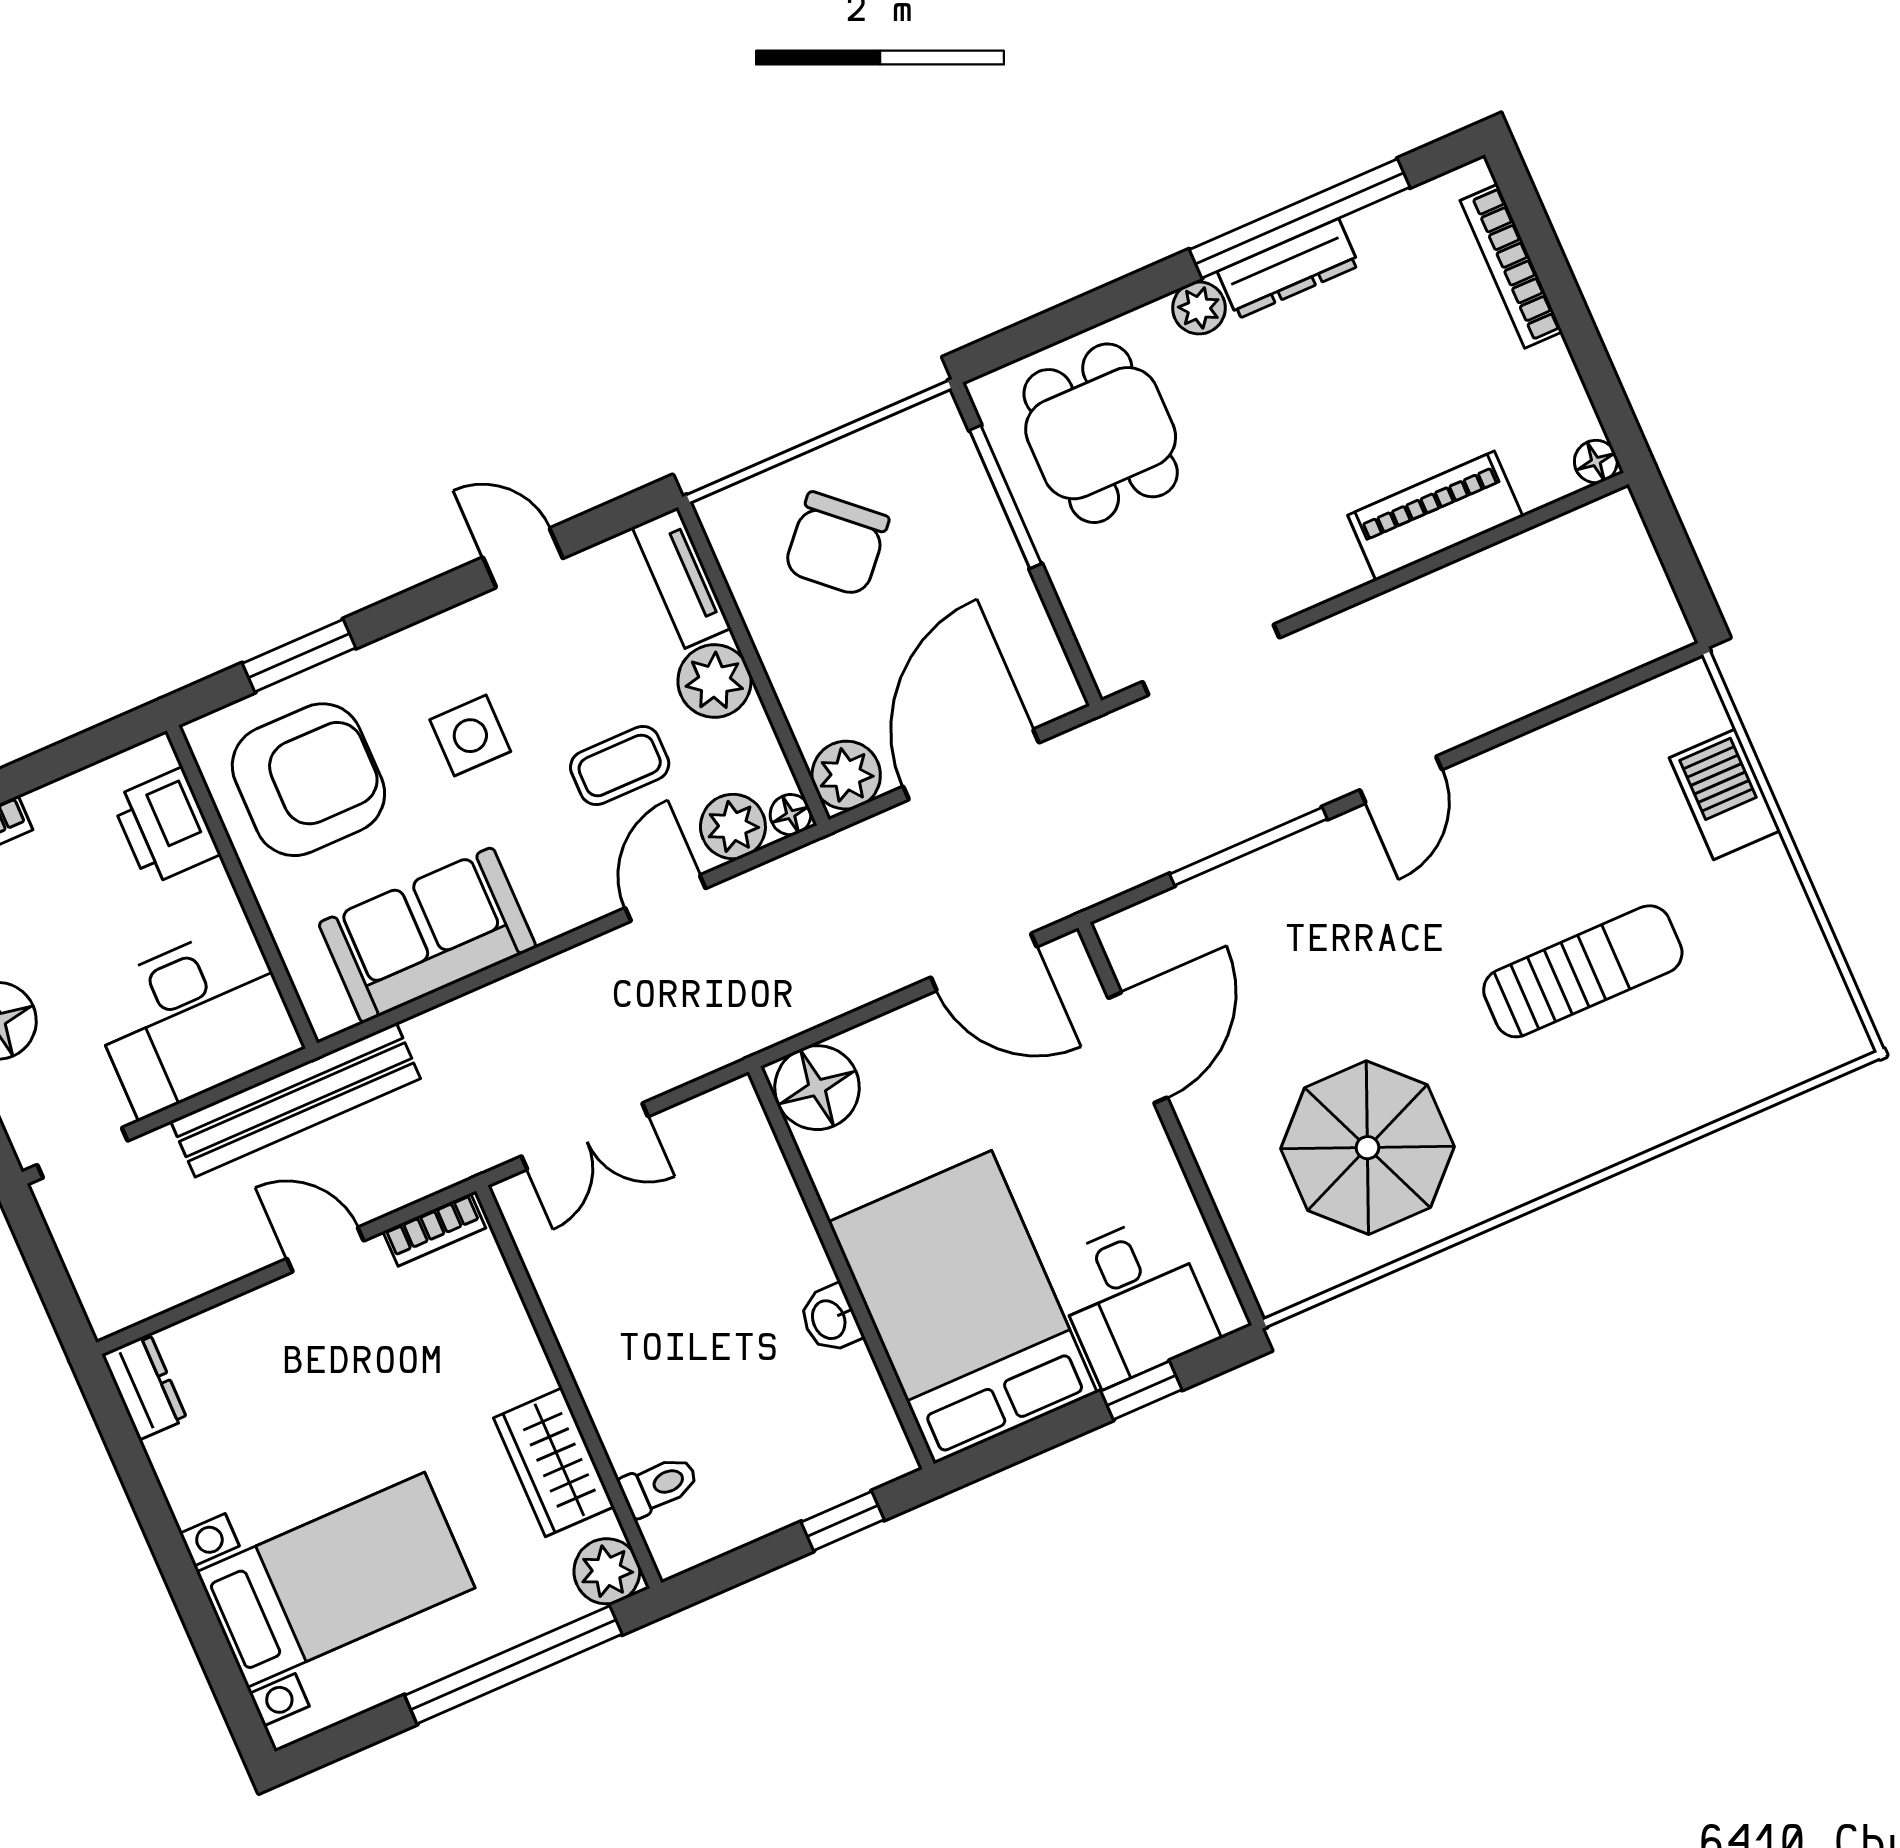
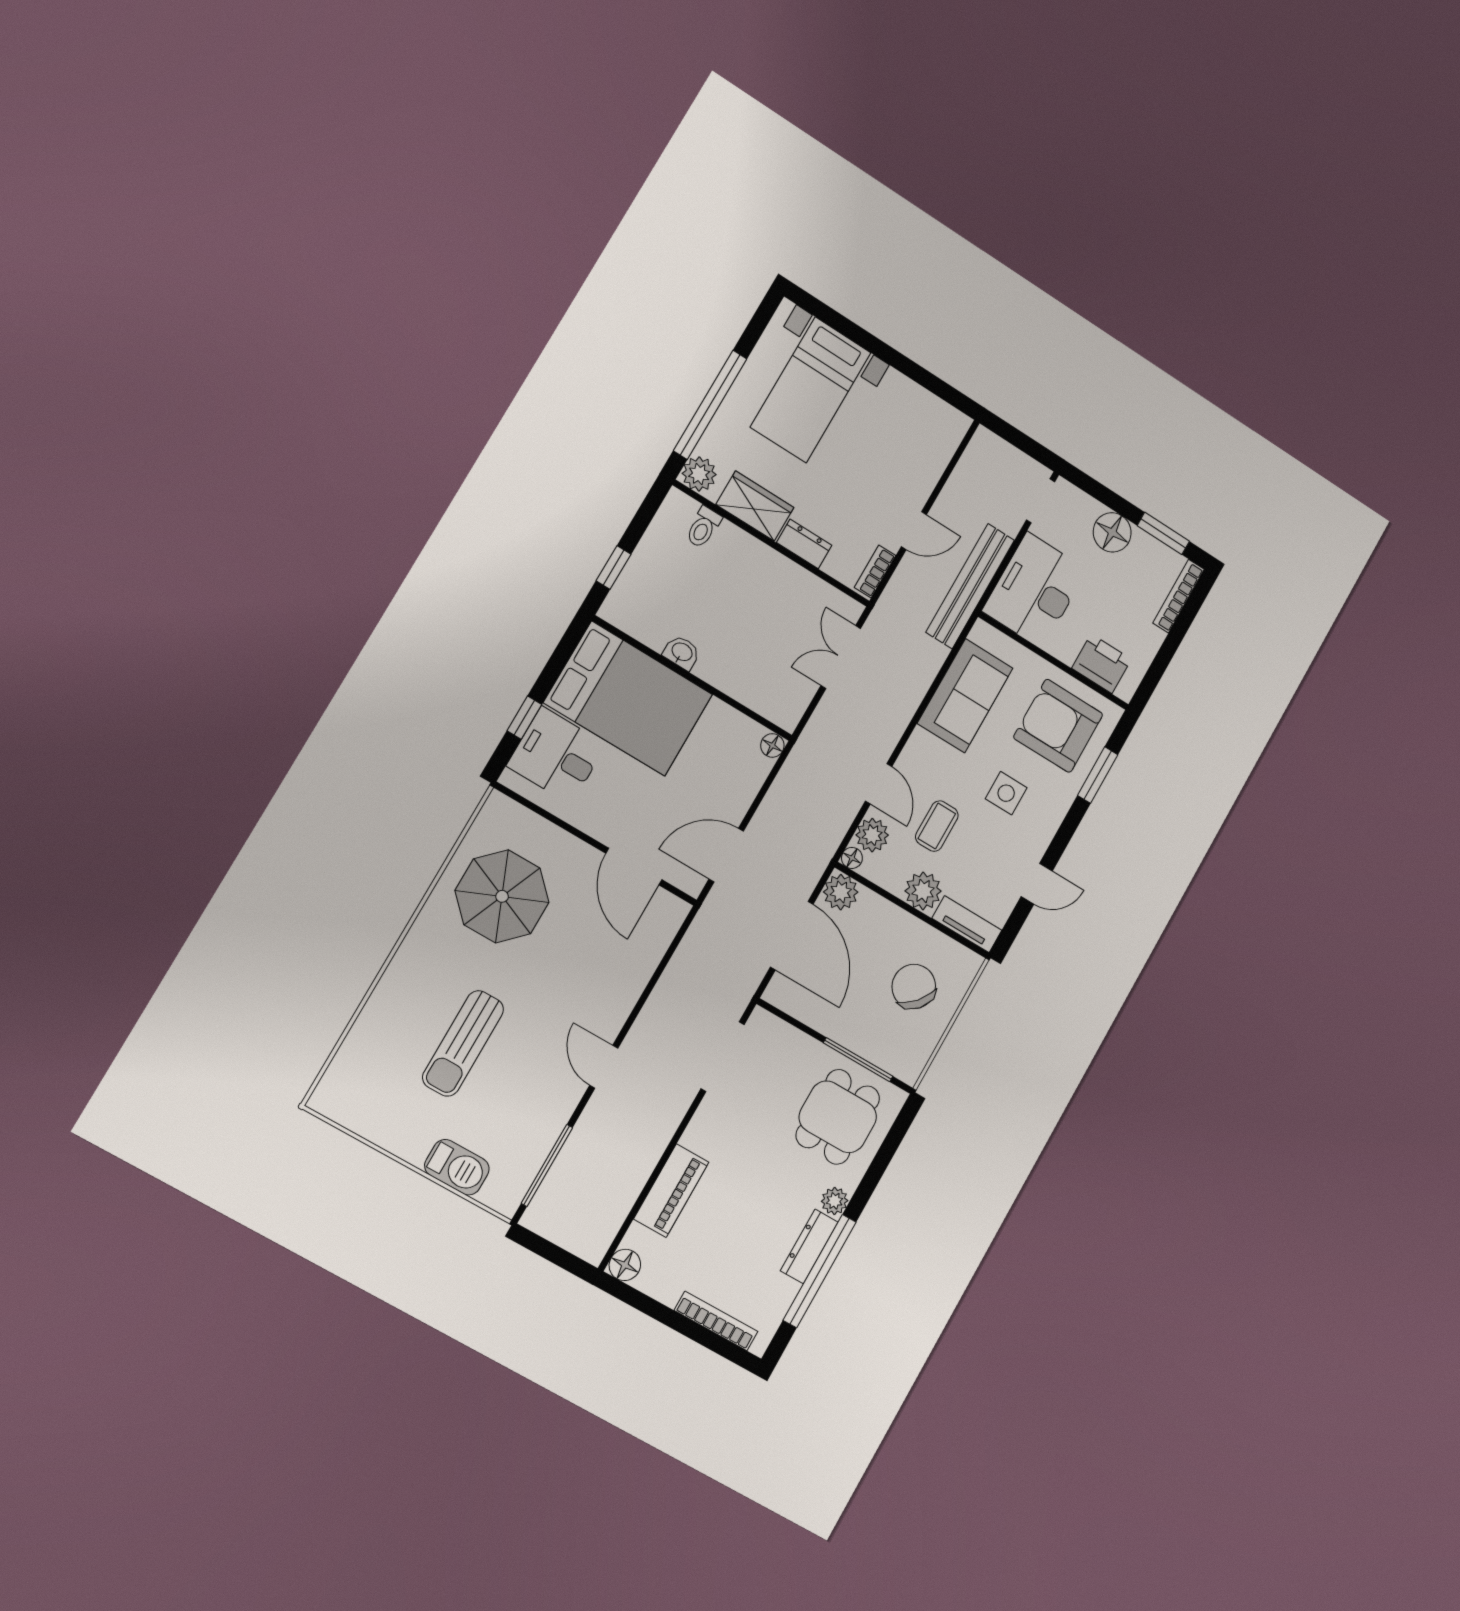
dining table: (1101, 433) -> (838, 1117), turned 90
floor lamp: (1596, 462) -> (625, 1265), width x1.37, depth x1.37
armchair: (308, 780) -> (1058, 726), turned 90
window: (1248, 846) -> (547, 1165), moved
floor lamp: (817, 1088) -> (772, 745), width x0.53, depth x0.53
dresser: (144, 1387) -> (804, 544), moved, turned 180

